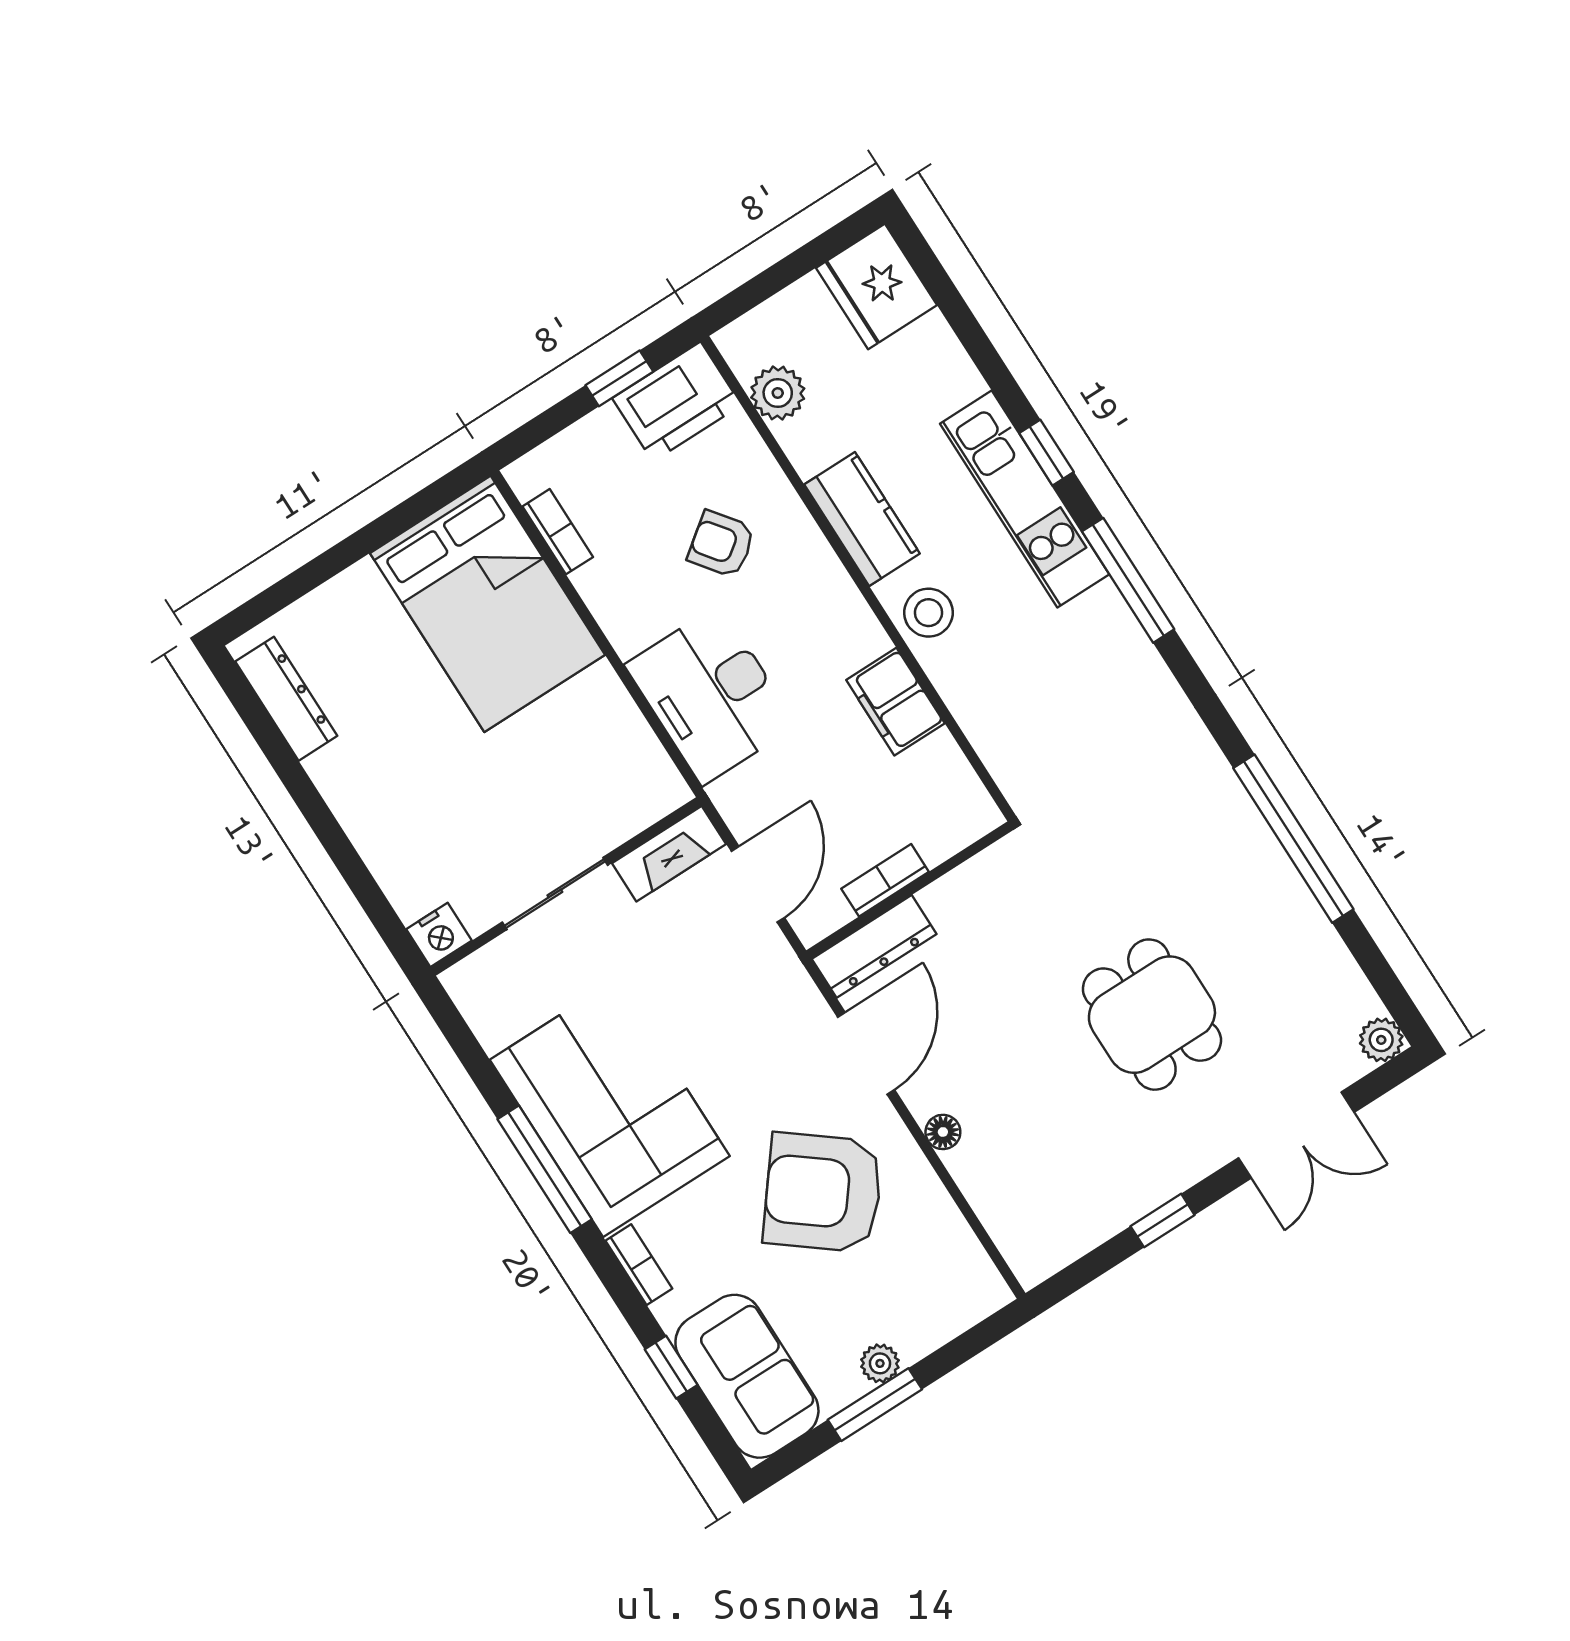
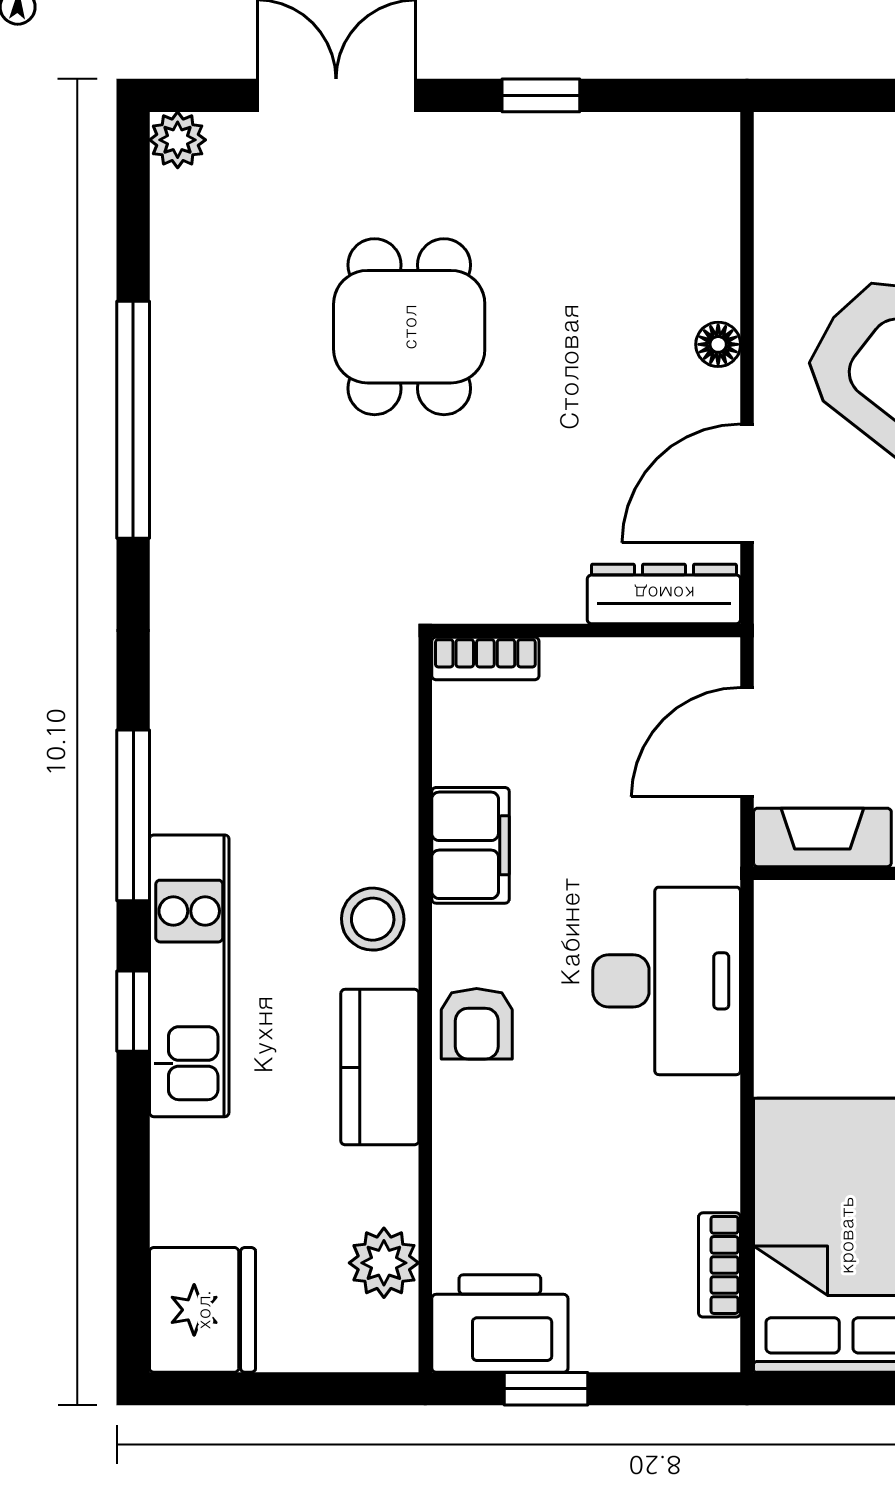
armchair: (721, 544) -> (477, 1024), moved, turned 37
bookcase: (885, 880) -> (485, 658), moved

